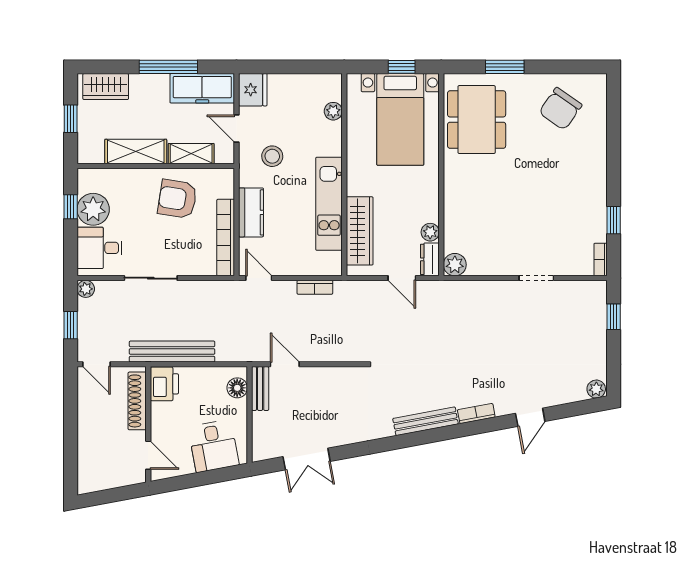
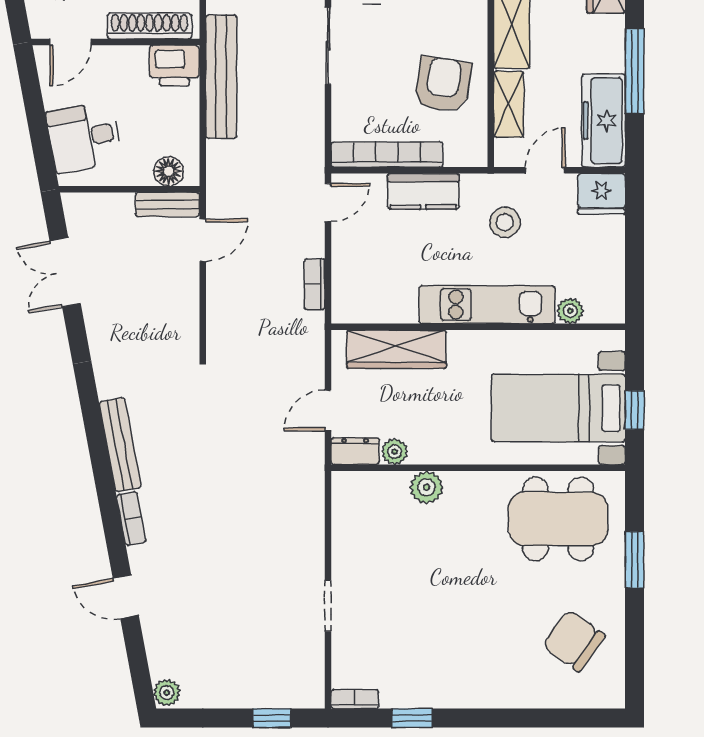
kitchen unit: (329, 204) -> (487, 305), moved
plant: (455, 265) -> (427, 487), moved

